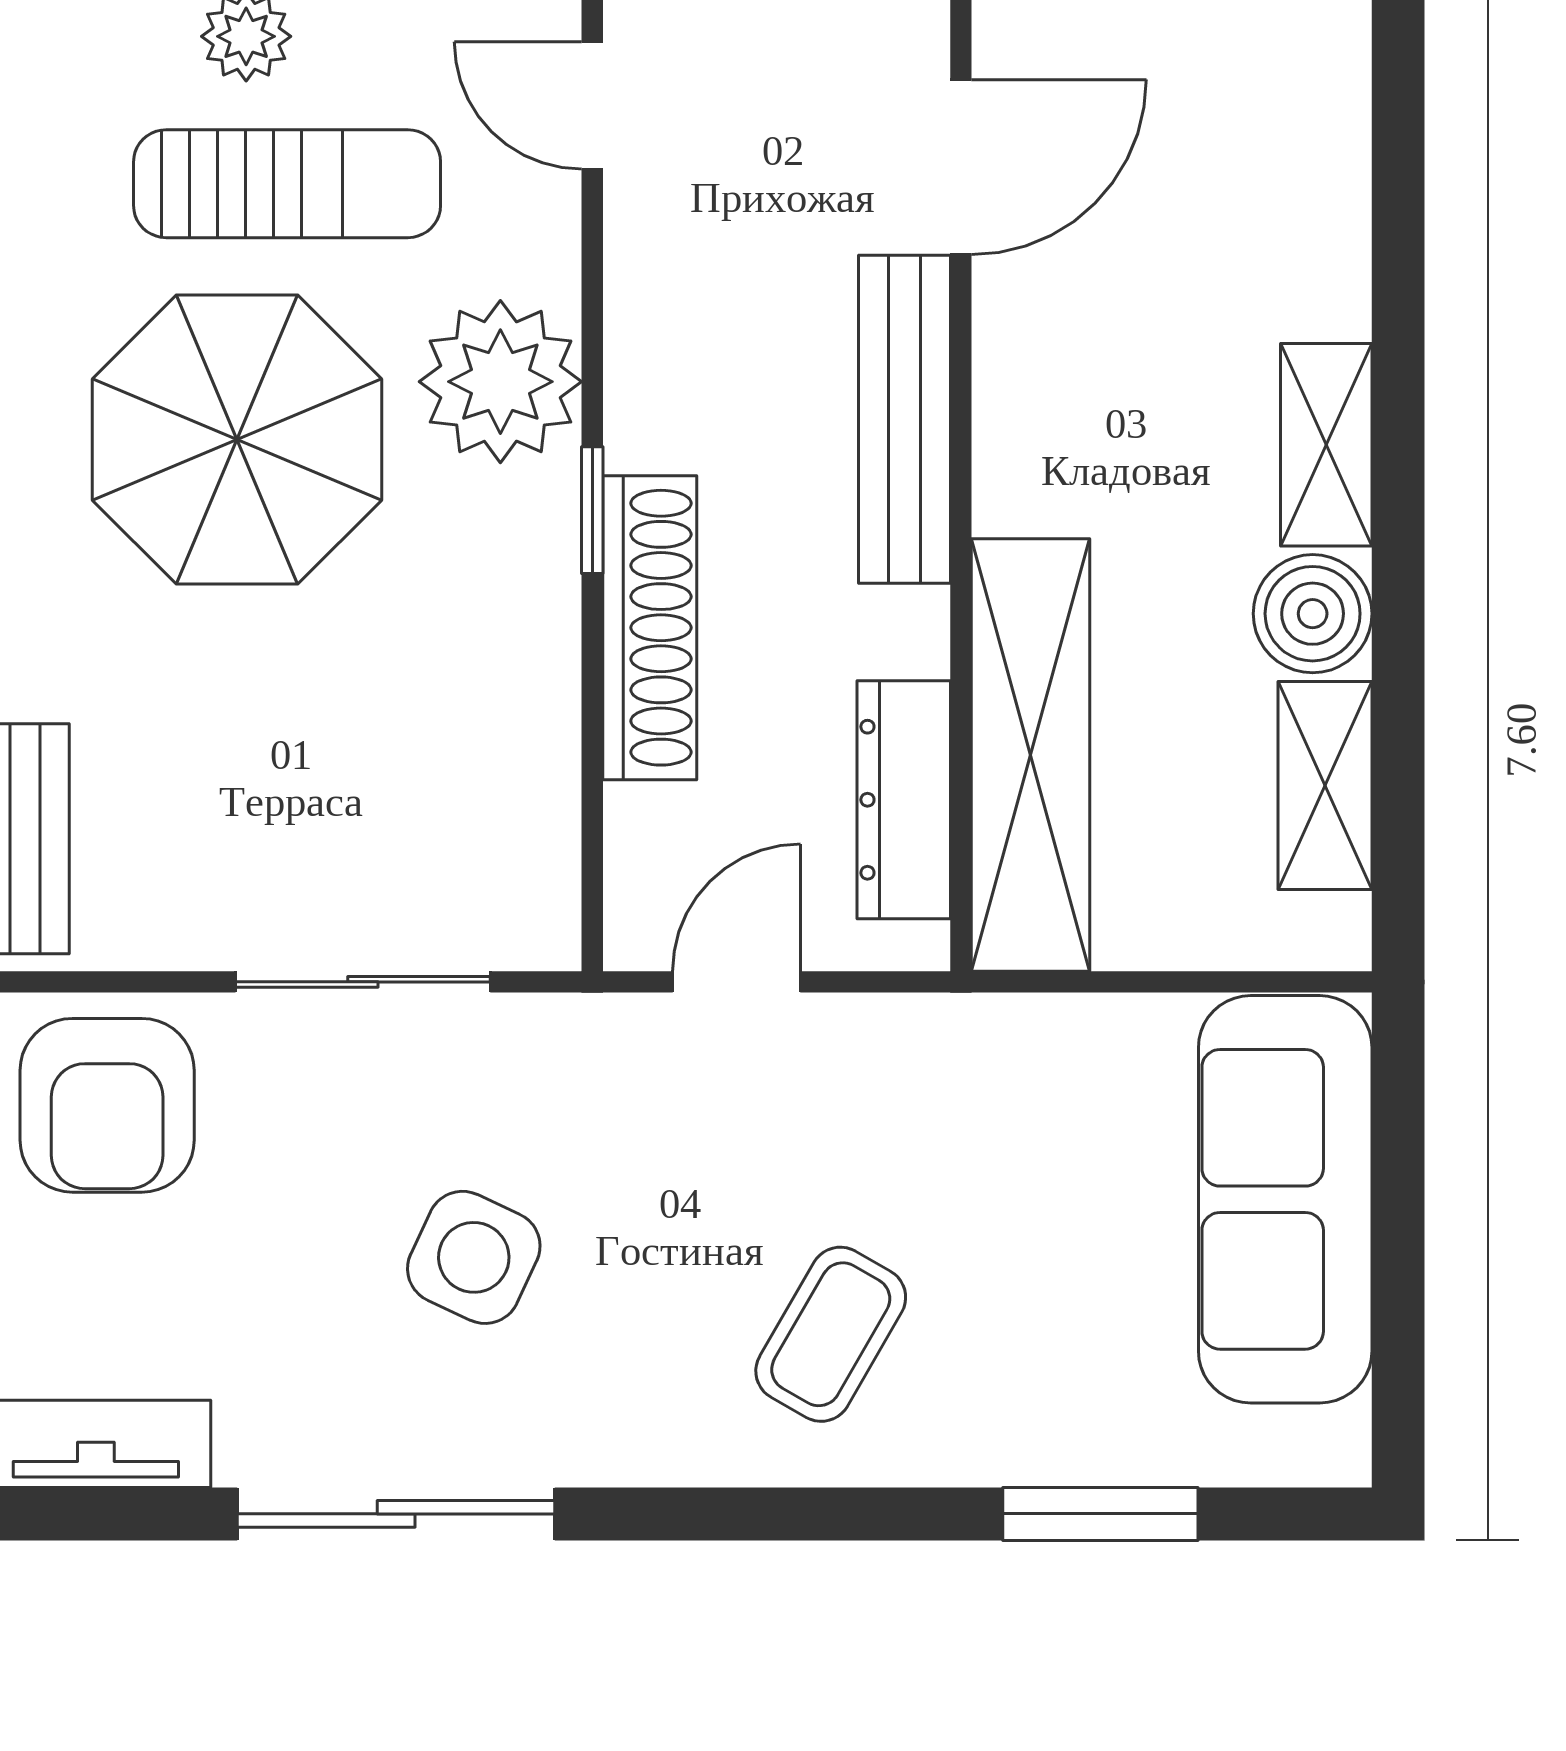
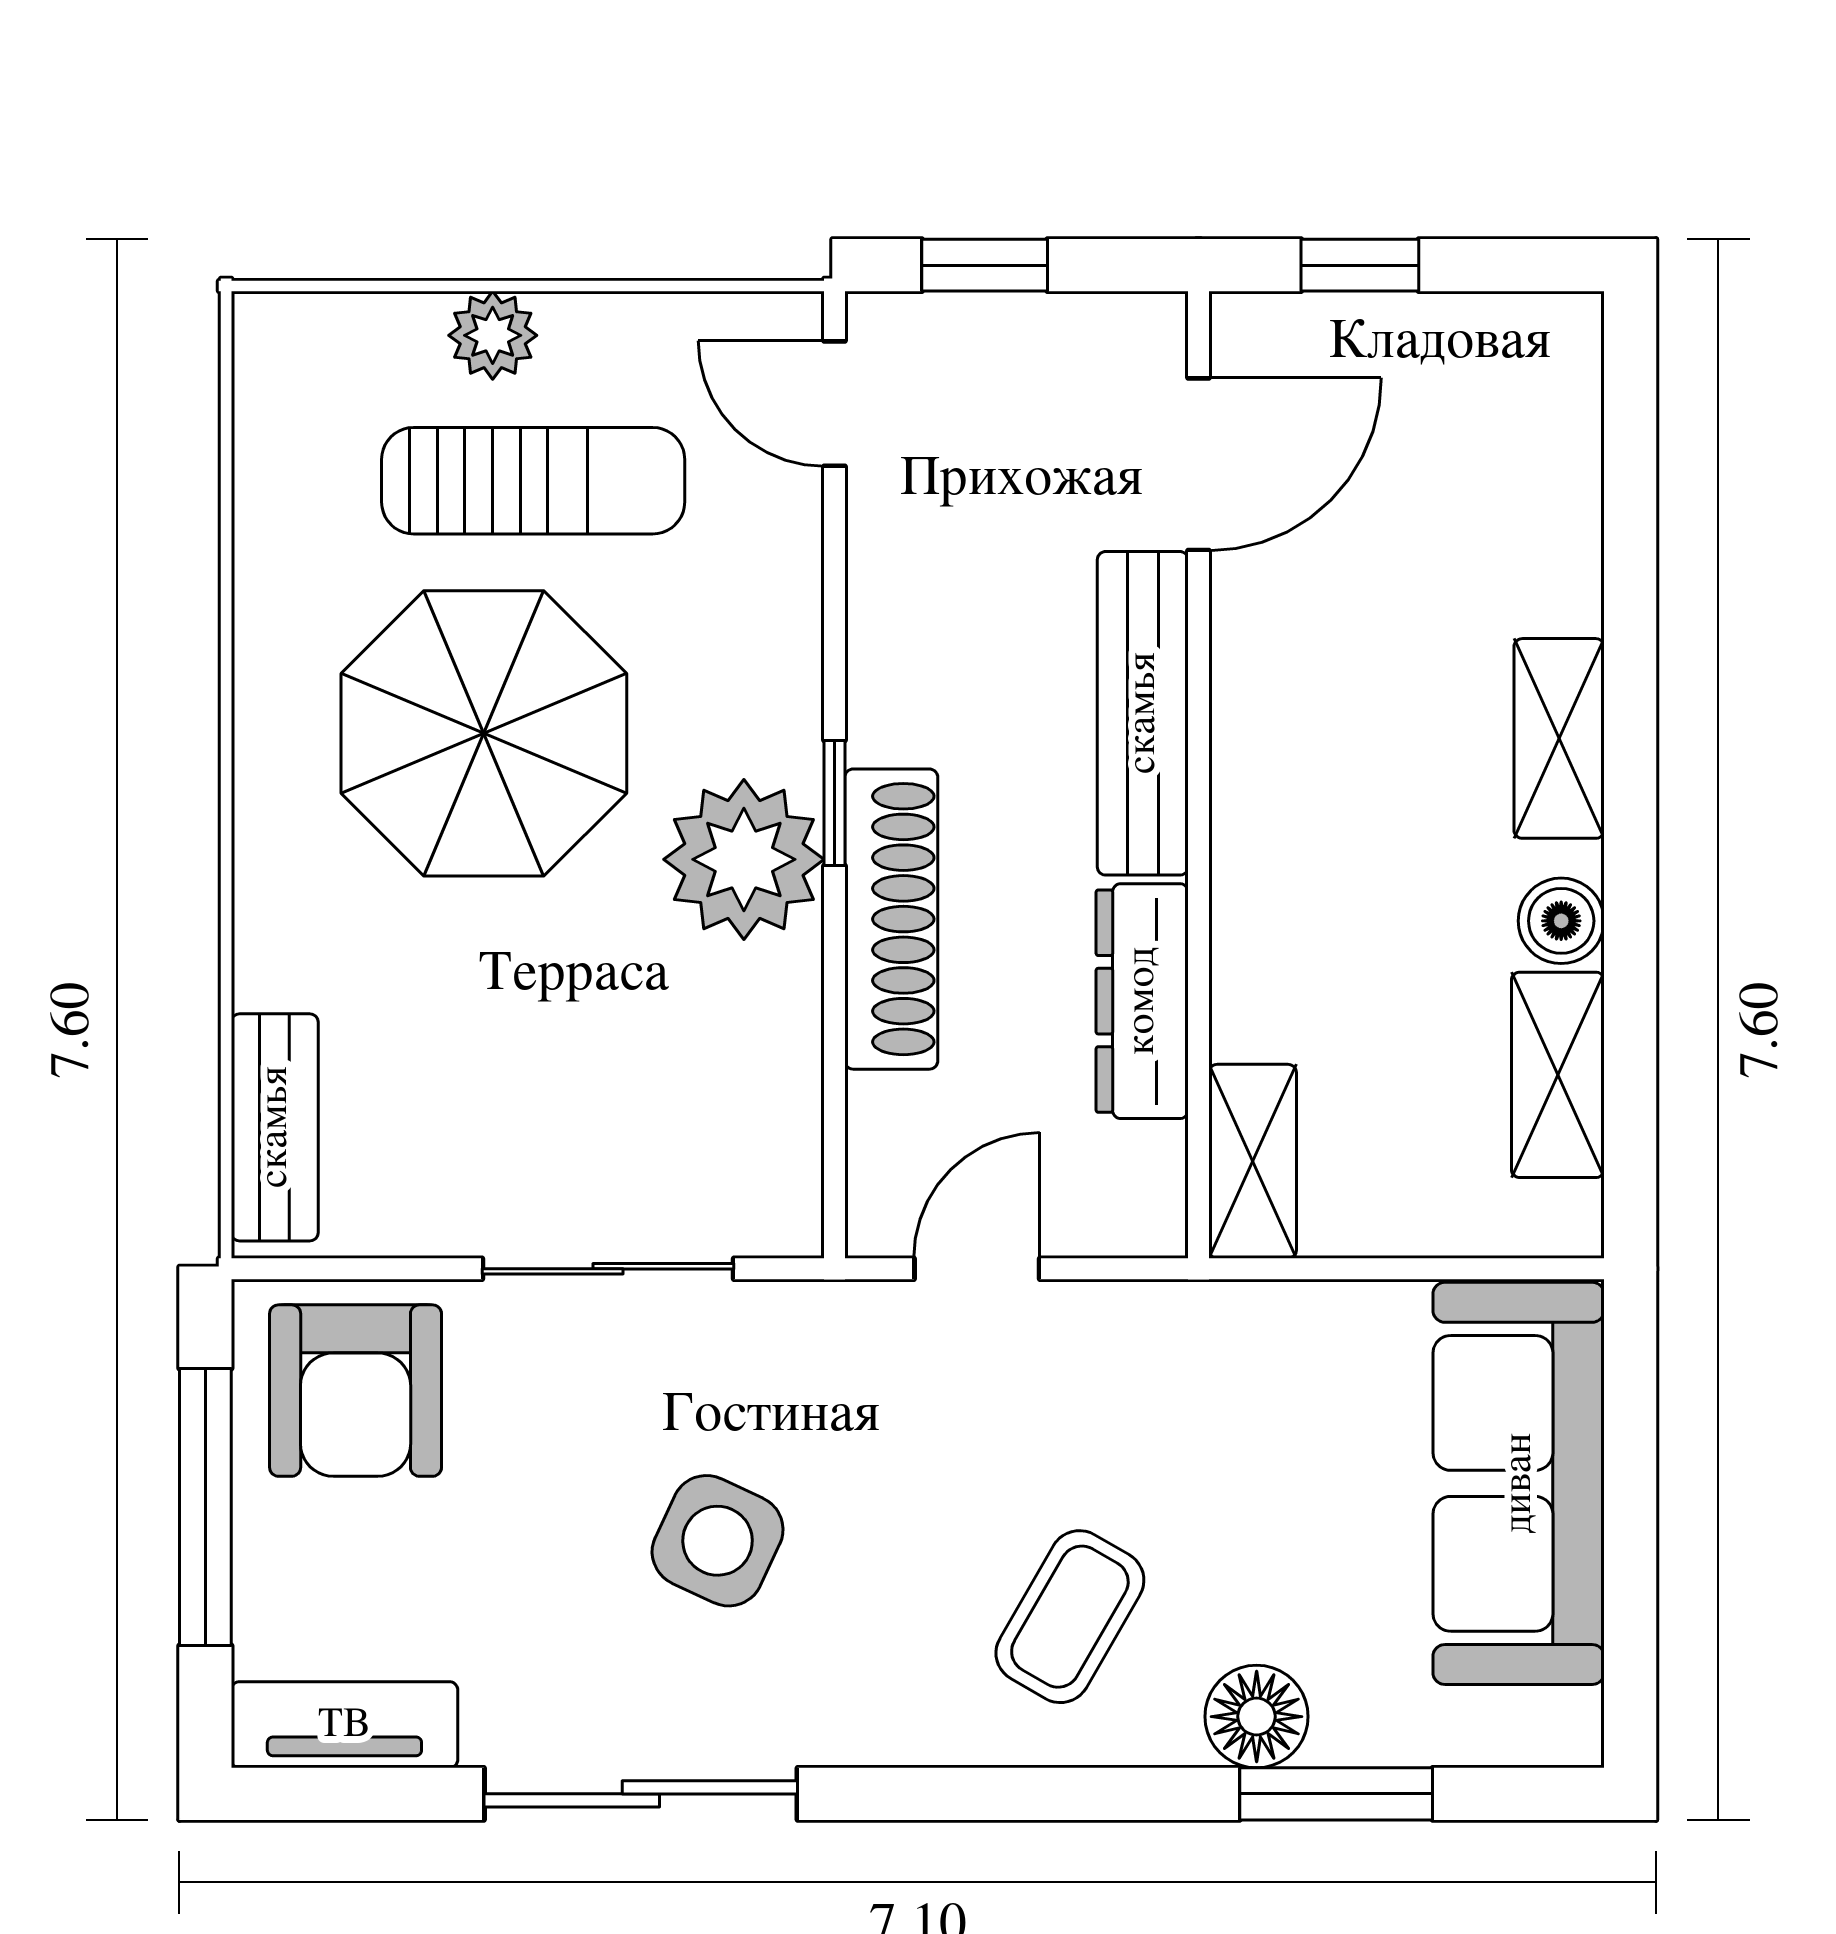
plant: (500, 382) -> (744, 859), moved
boiler: (1313, 614) -> (1561, 921), width x0.73, depth x0.73
shelving: (1031, 755) -> (1253, 1161), width x0.45, depth x0.75
dresser: (904, 800) -> (1142, 1001), moved
floor lamp: (1020, 1435) -> (1257, 1717), added

